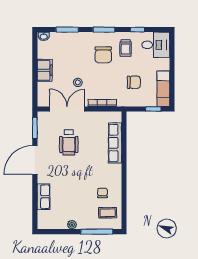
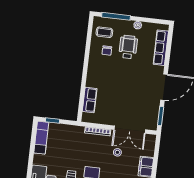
chair: (134, 82) -> (67, 147), removed
wheelchair: (69, 142) -> (128, 47), moved
row of seats: (115, 143) -> (90, 100), width x0.68
row of seats: (44, 197) -> (161, 48), width x1.48

